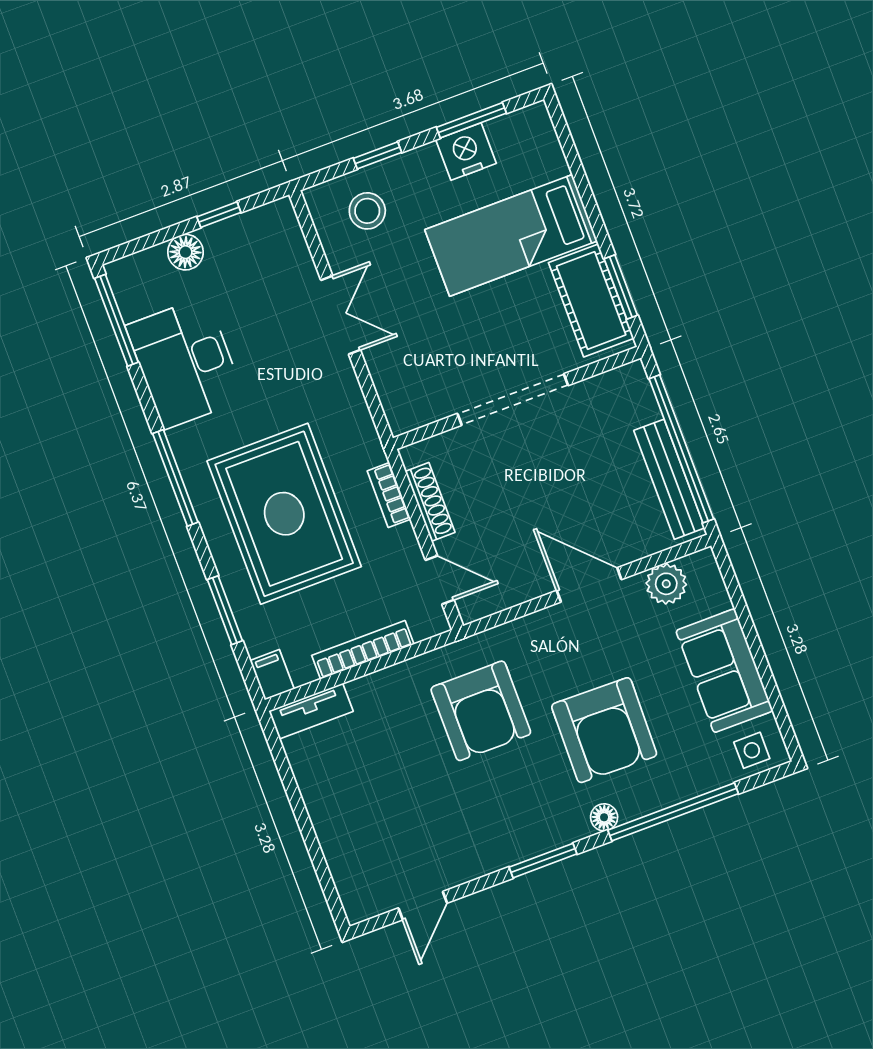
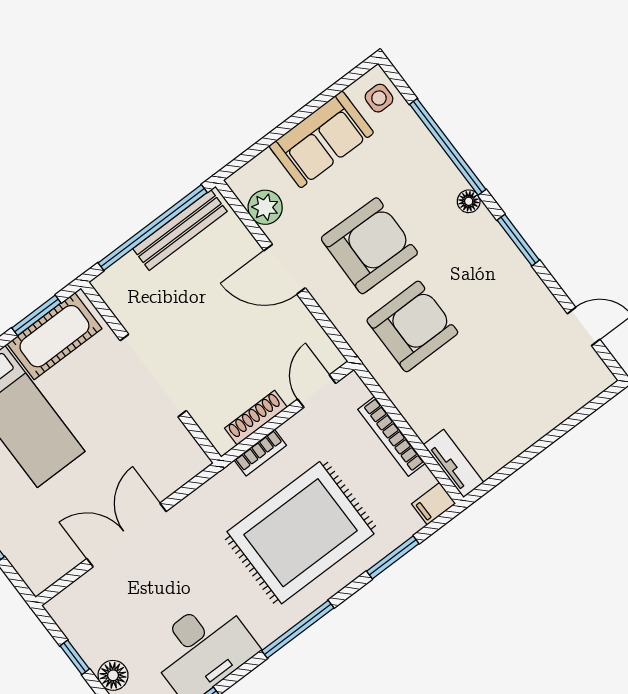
stool: (367, 211) -> (36, 538), removed
double door: (341, 315) -> (126, 535), width x1.37
door: (589, 585) -> (285, 269), hinge flipped
armchair: (604, 730) -> (369, 246), moved

